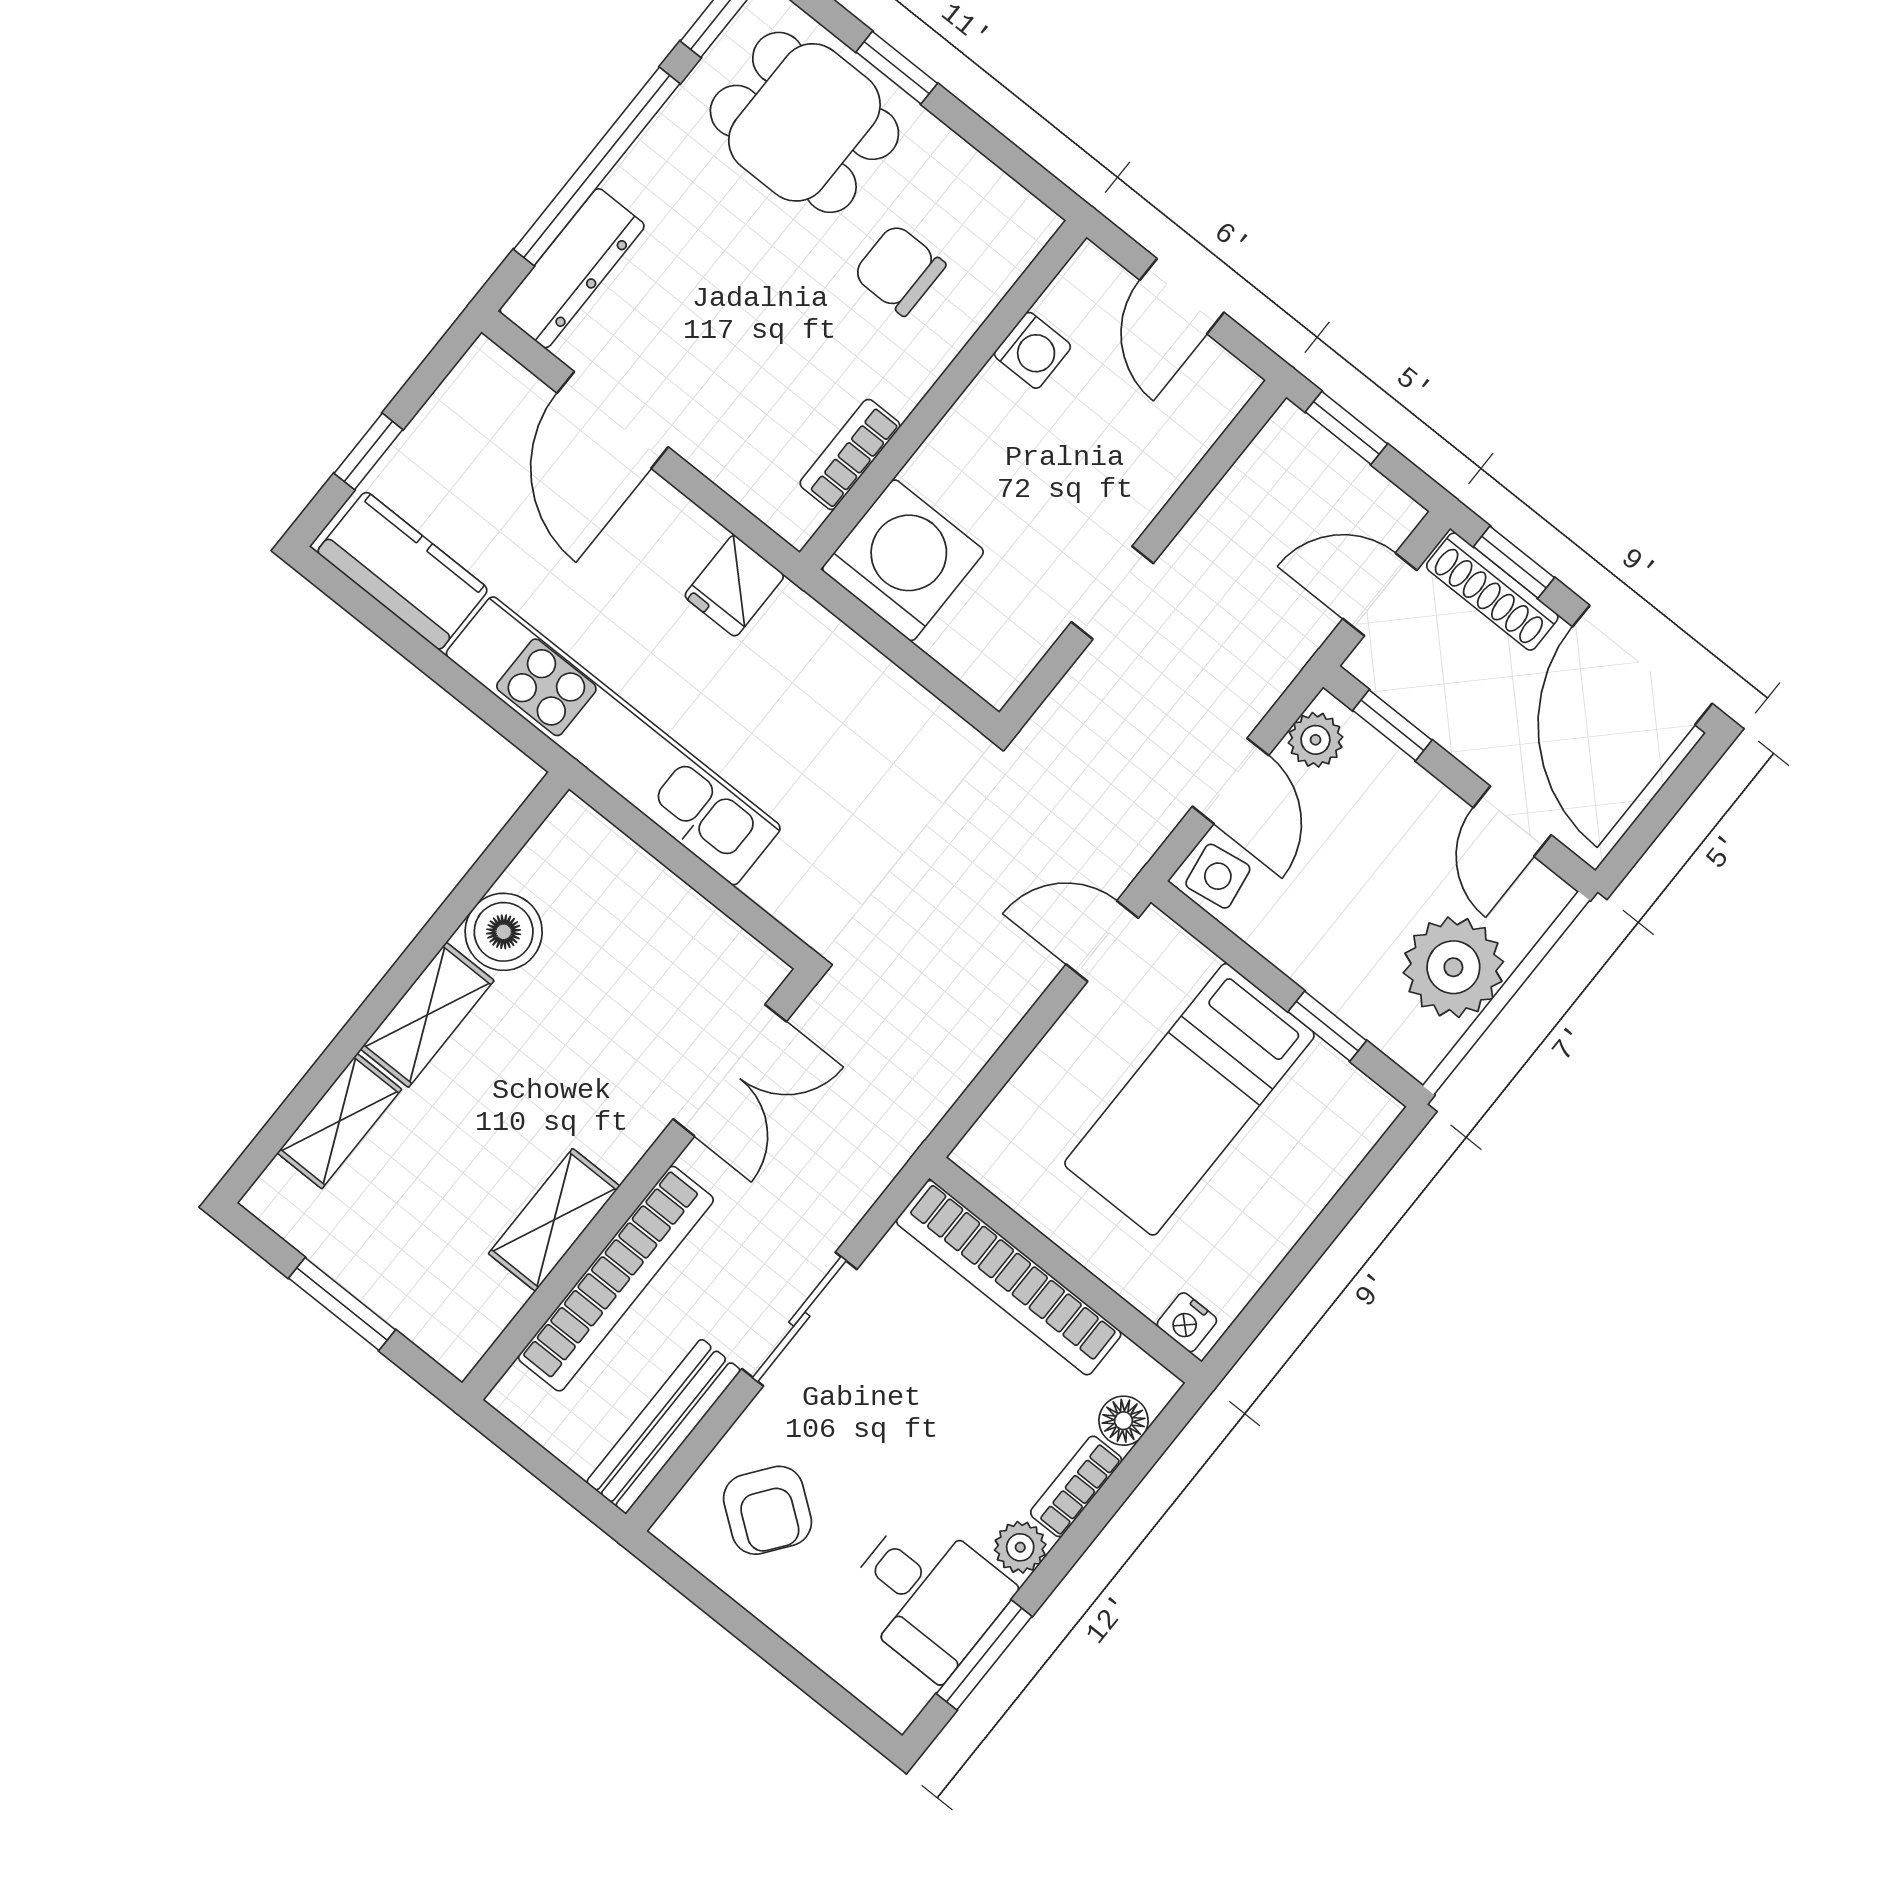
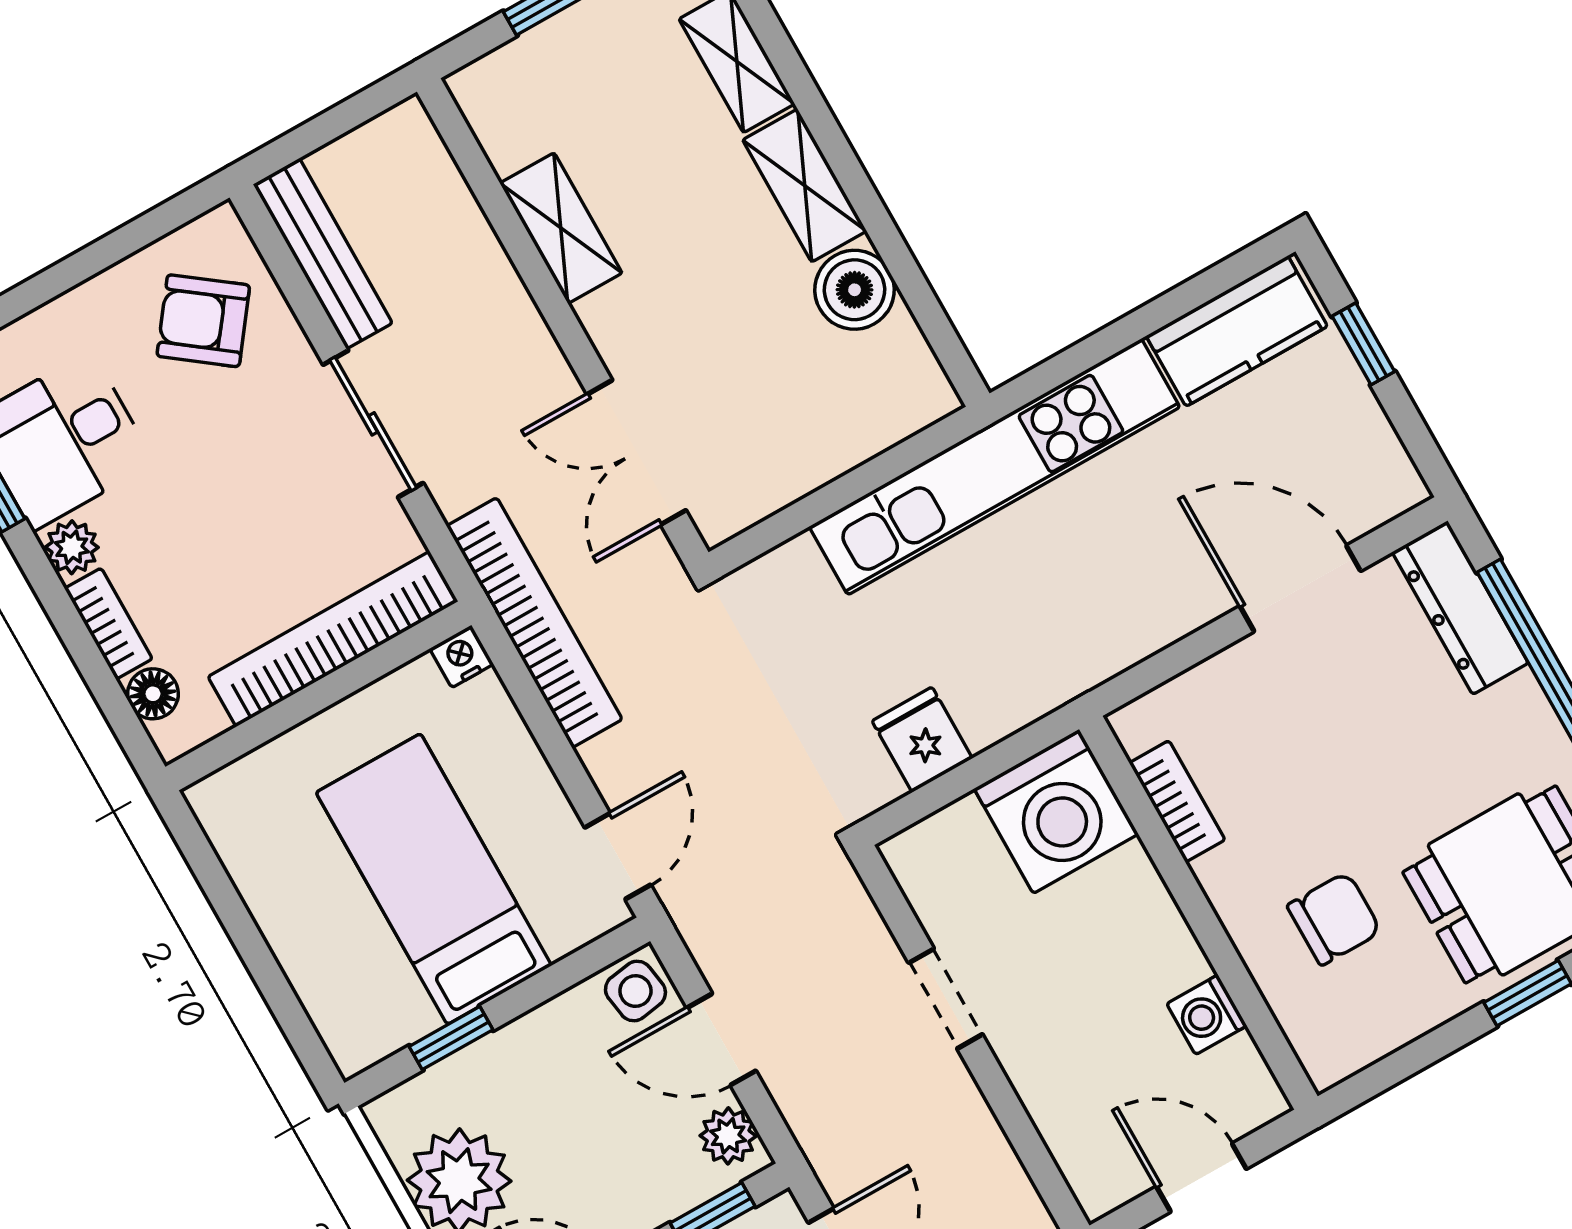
fridge: (734, 586) -> (922, 740), moved
bookcase: (616, 1279) -> (534, 623), moved, turned 180
nightstand: (1187, 1322) -> (462, 656), moved

